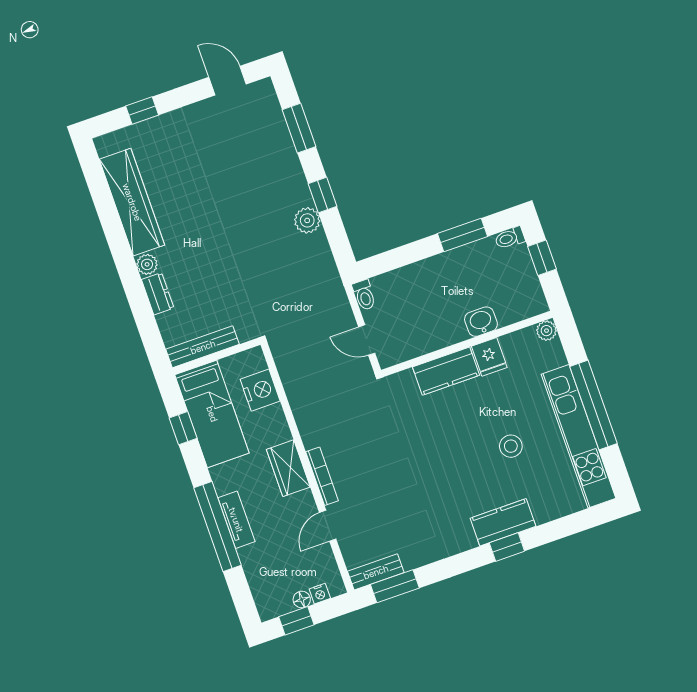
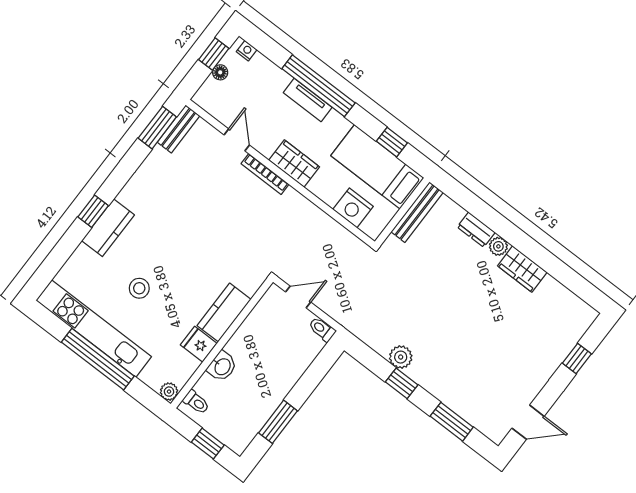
wardrobe: (132, 202) -> (522, 269), width x0.48, depth x0.85
toilet: (510, 238) -> (196, 402), moved, turned 90
nightstand: (320, 594) -> (247, 51), moved, turned 90

